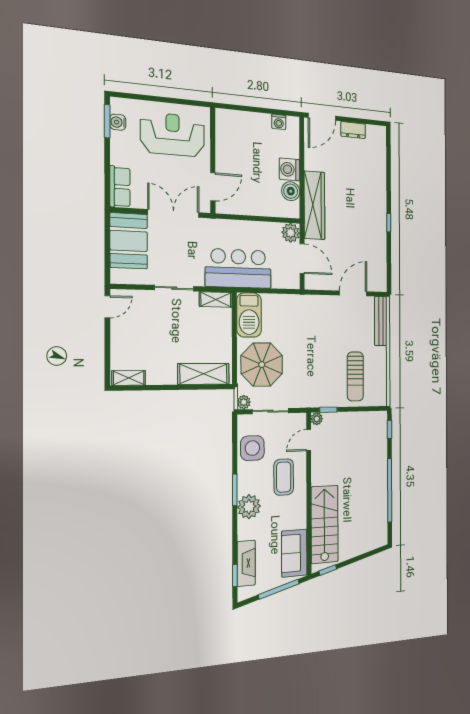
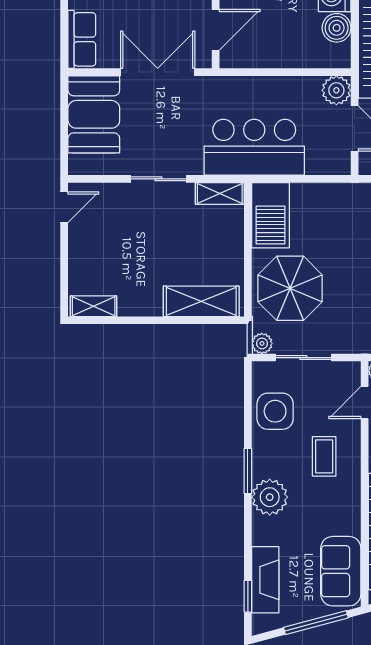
coffee table: (284, 477) -> (324, 456), width x0.73, depth x0.77

